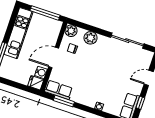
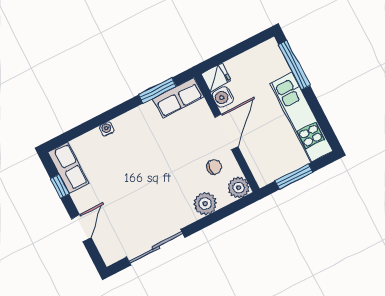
window: (45, 13) -> (294, 177), width x0.69

